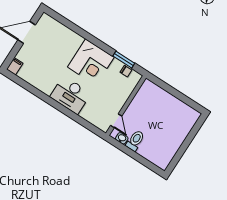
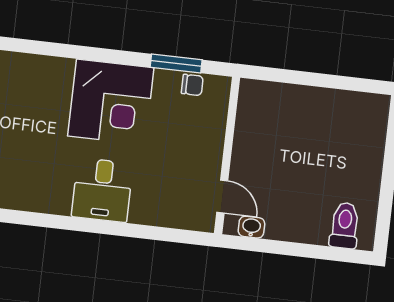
desk: (70, 95) -> (102, 190), width x0.73
toilet: (135, 141) -> (345, 225), moved

